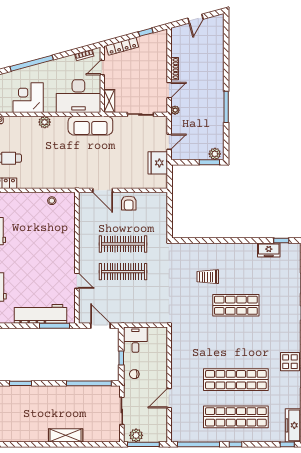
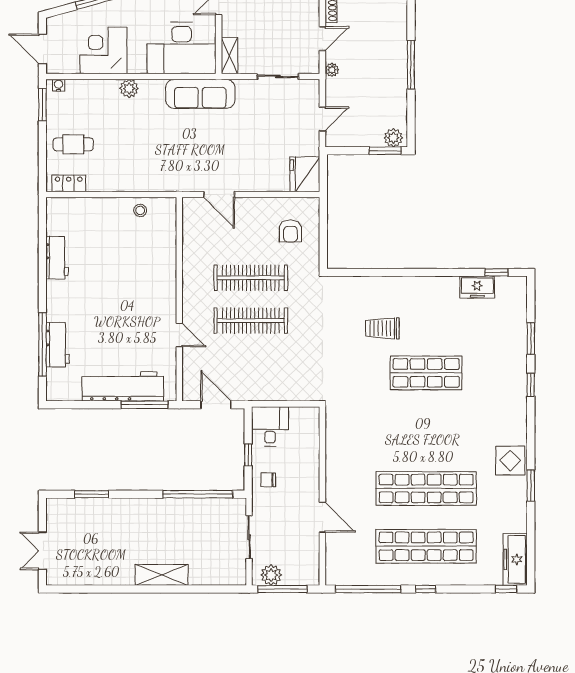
fridge: (158, 163) -> (305, 174), moved
armchair: (129, 203) -> (290, 231), moved
door: (169, 398) -> (322, 517), swing flipped

